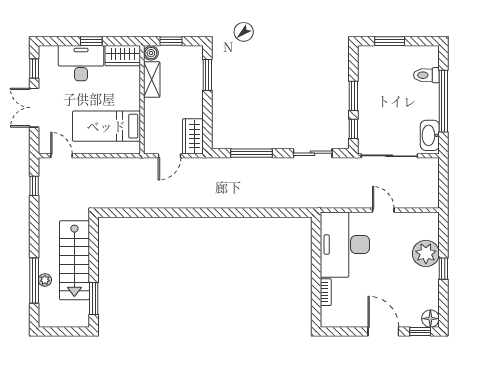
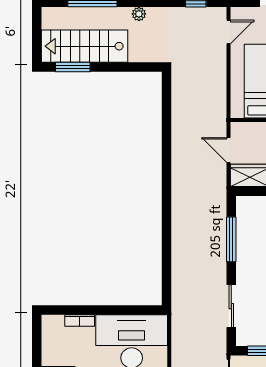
stairs: (74, 260) -> (85, 46), moved
plant: (45, 280) -> (139, 14), moved

